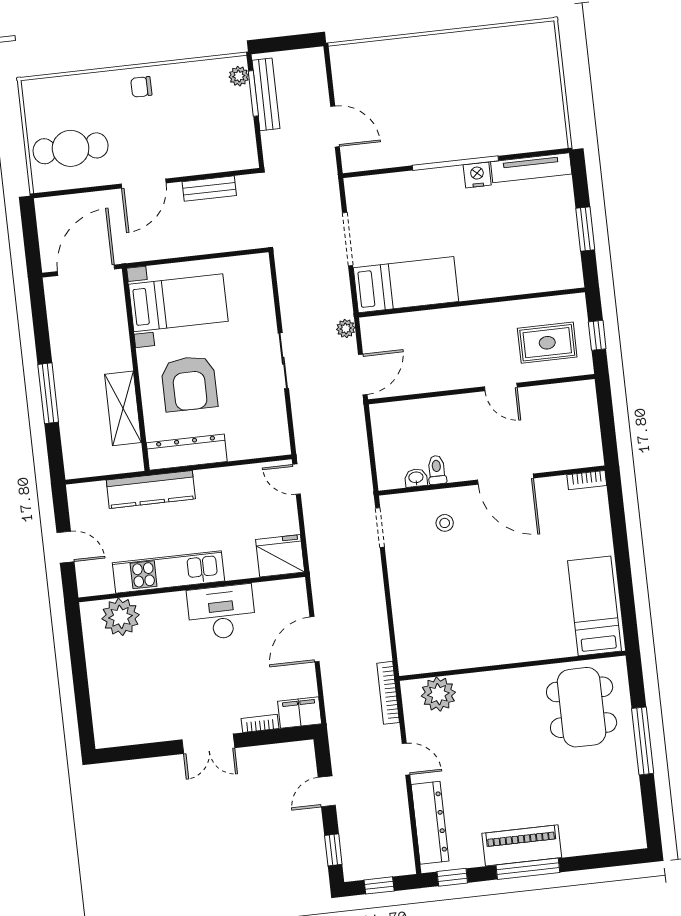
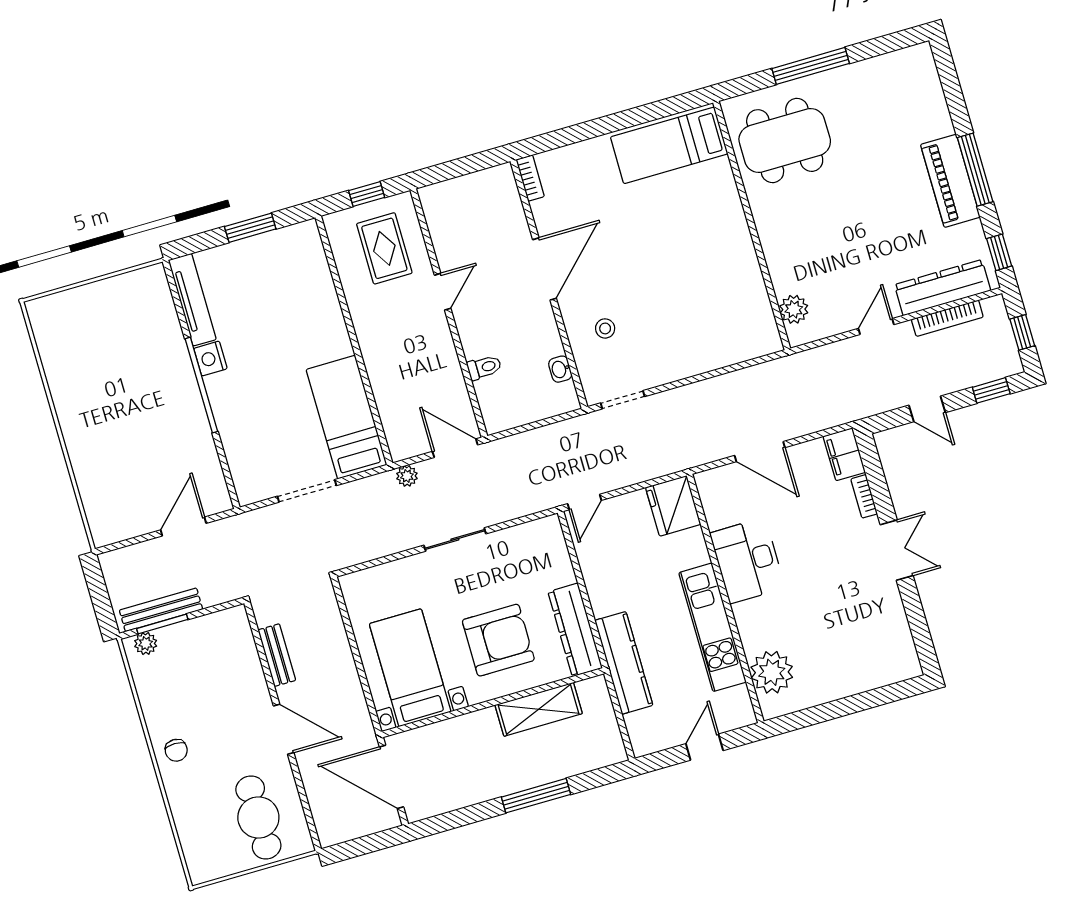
toilet: (437, 470) -> (484, 367), moved, turned 180
bookcase: (388, 693) -> (947, 318), moved
plant: (438, 694) -> (794, 309), width x0.73, depth x0.73

